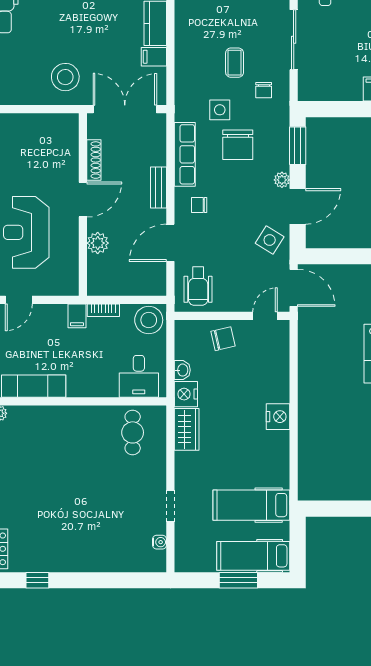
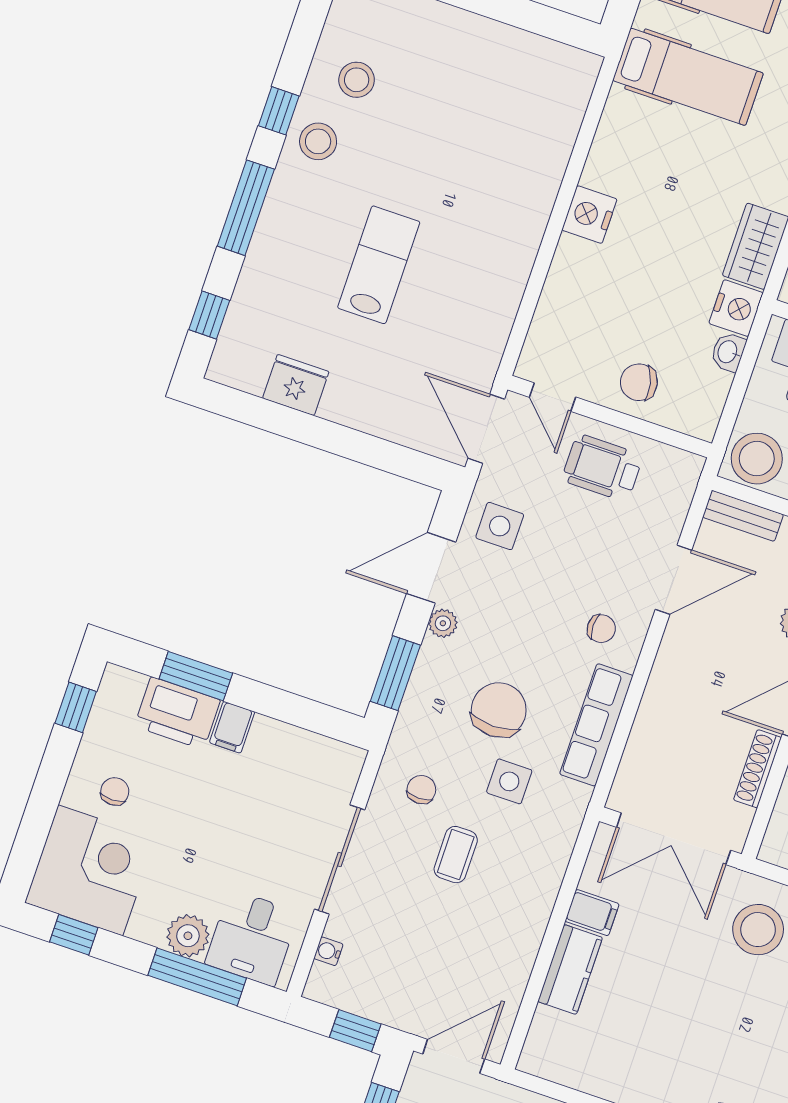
bench: (159, 187) -> (743, 516), moved, turned 90
side table: (270, 240) -> (500, 526), turned -32
wheelchair: (198, 286) -> (602, 468), moved, turned -90
door: (265, 316) -> (552, 397), hinge flipped

